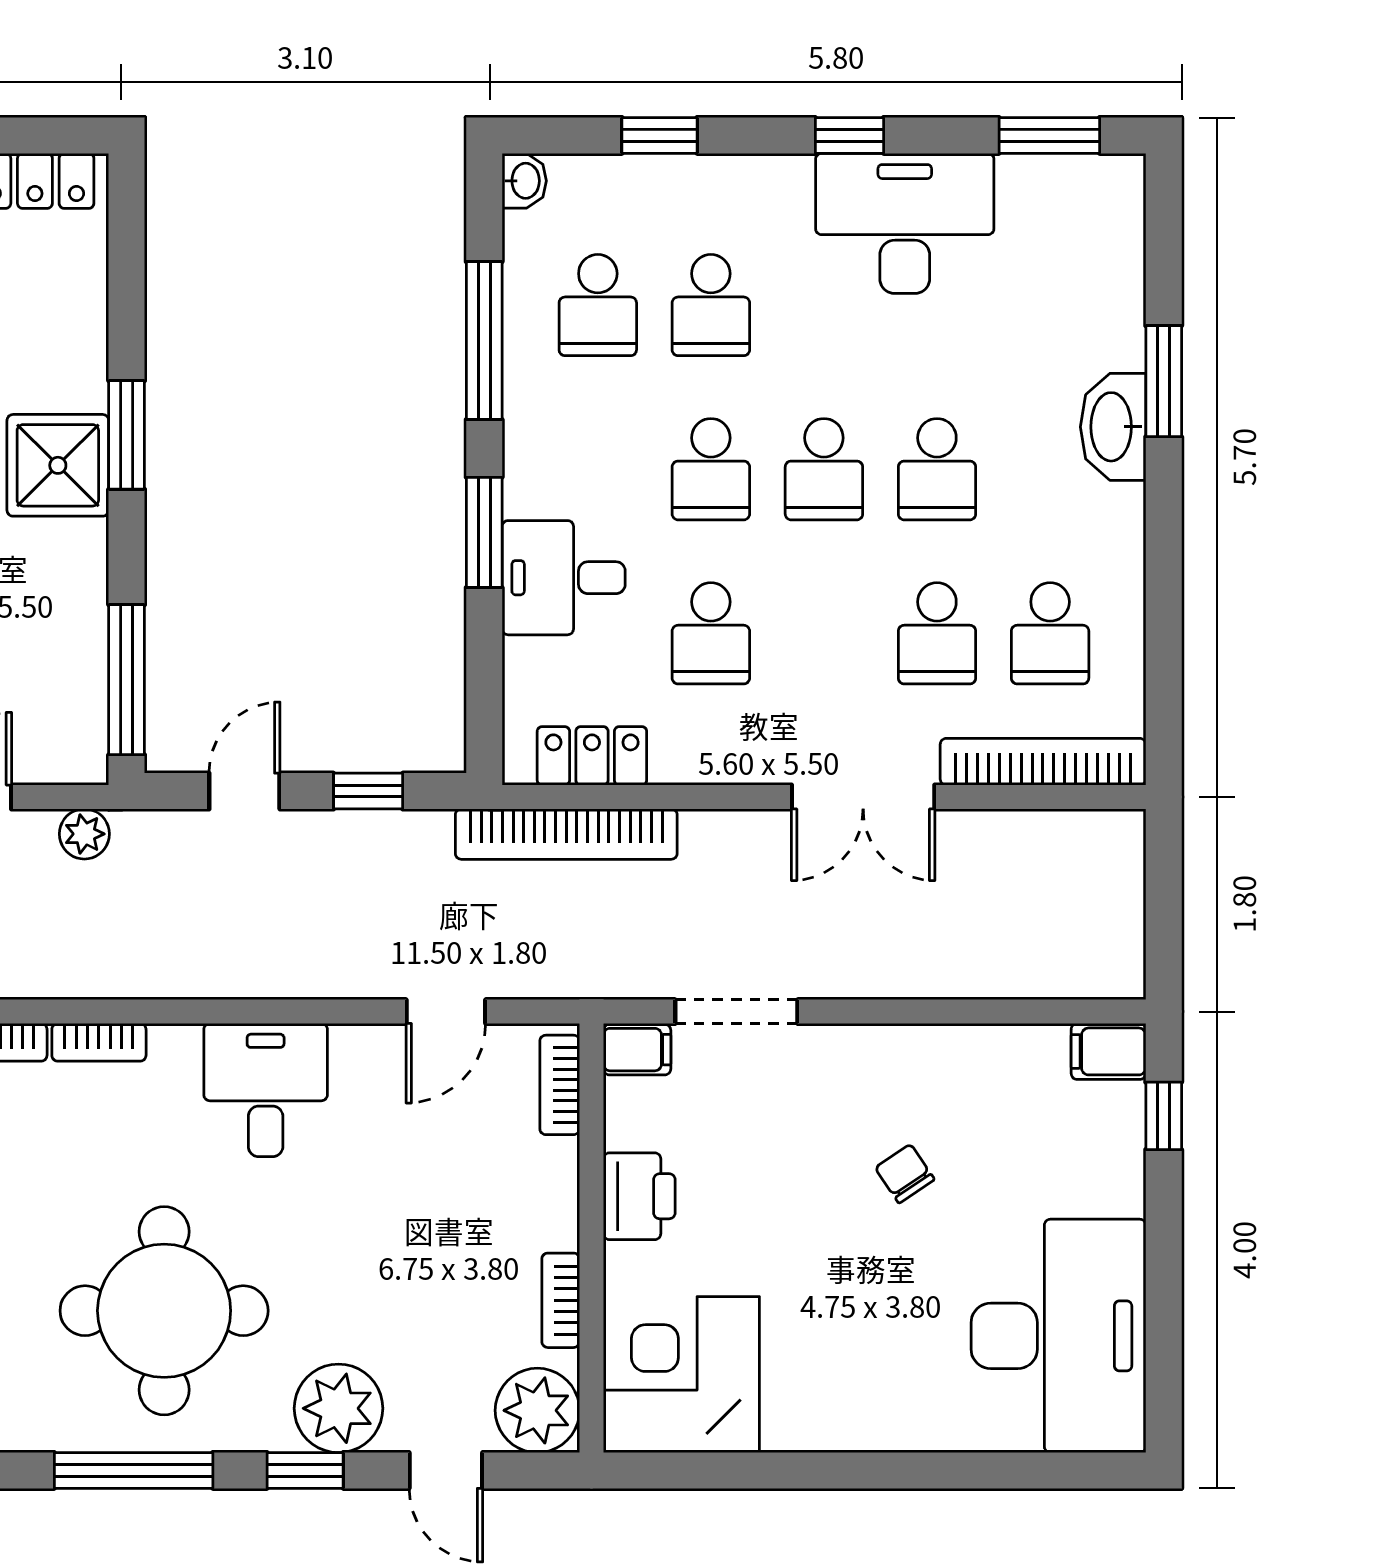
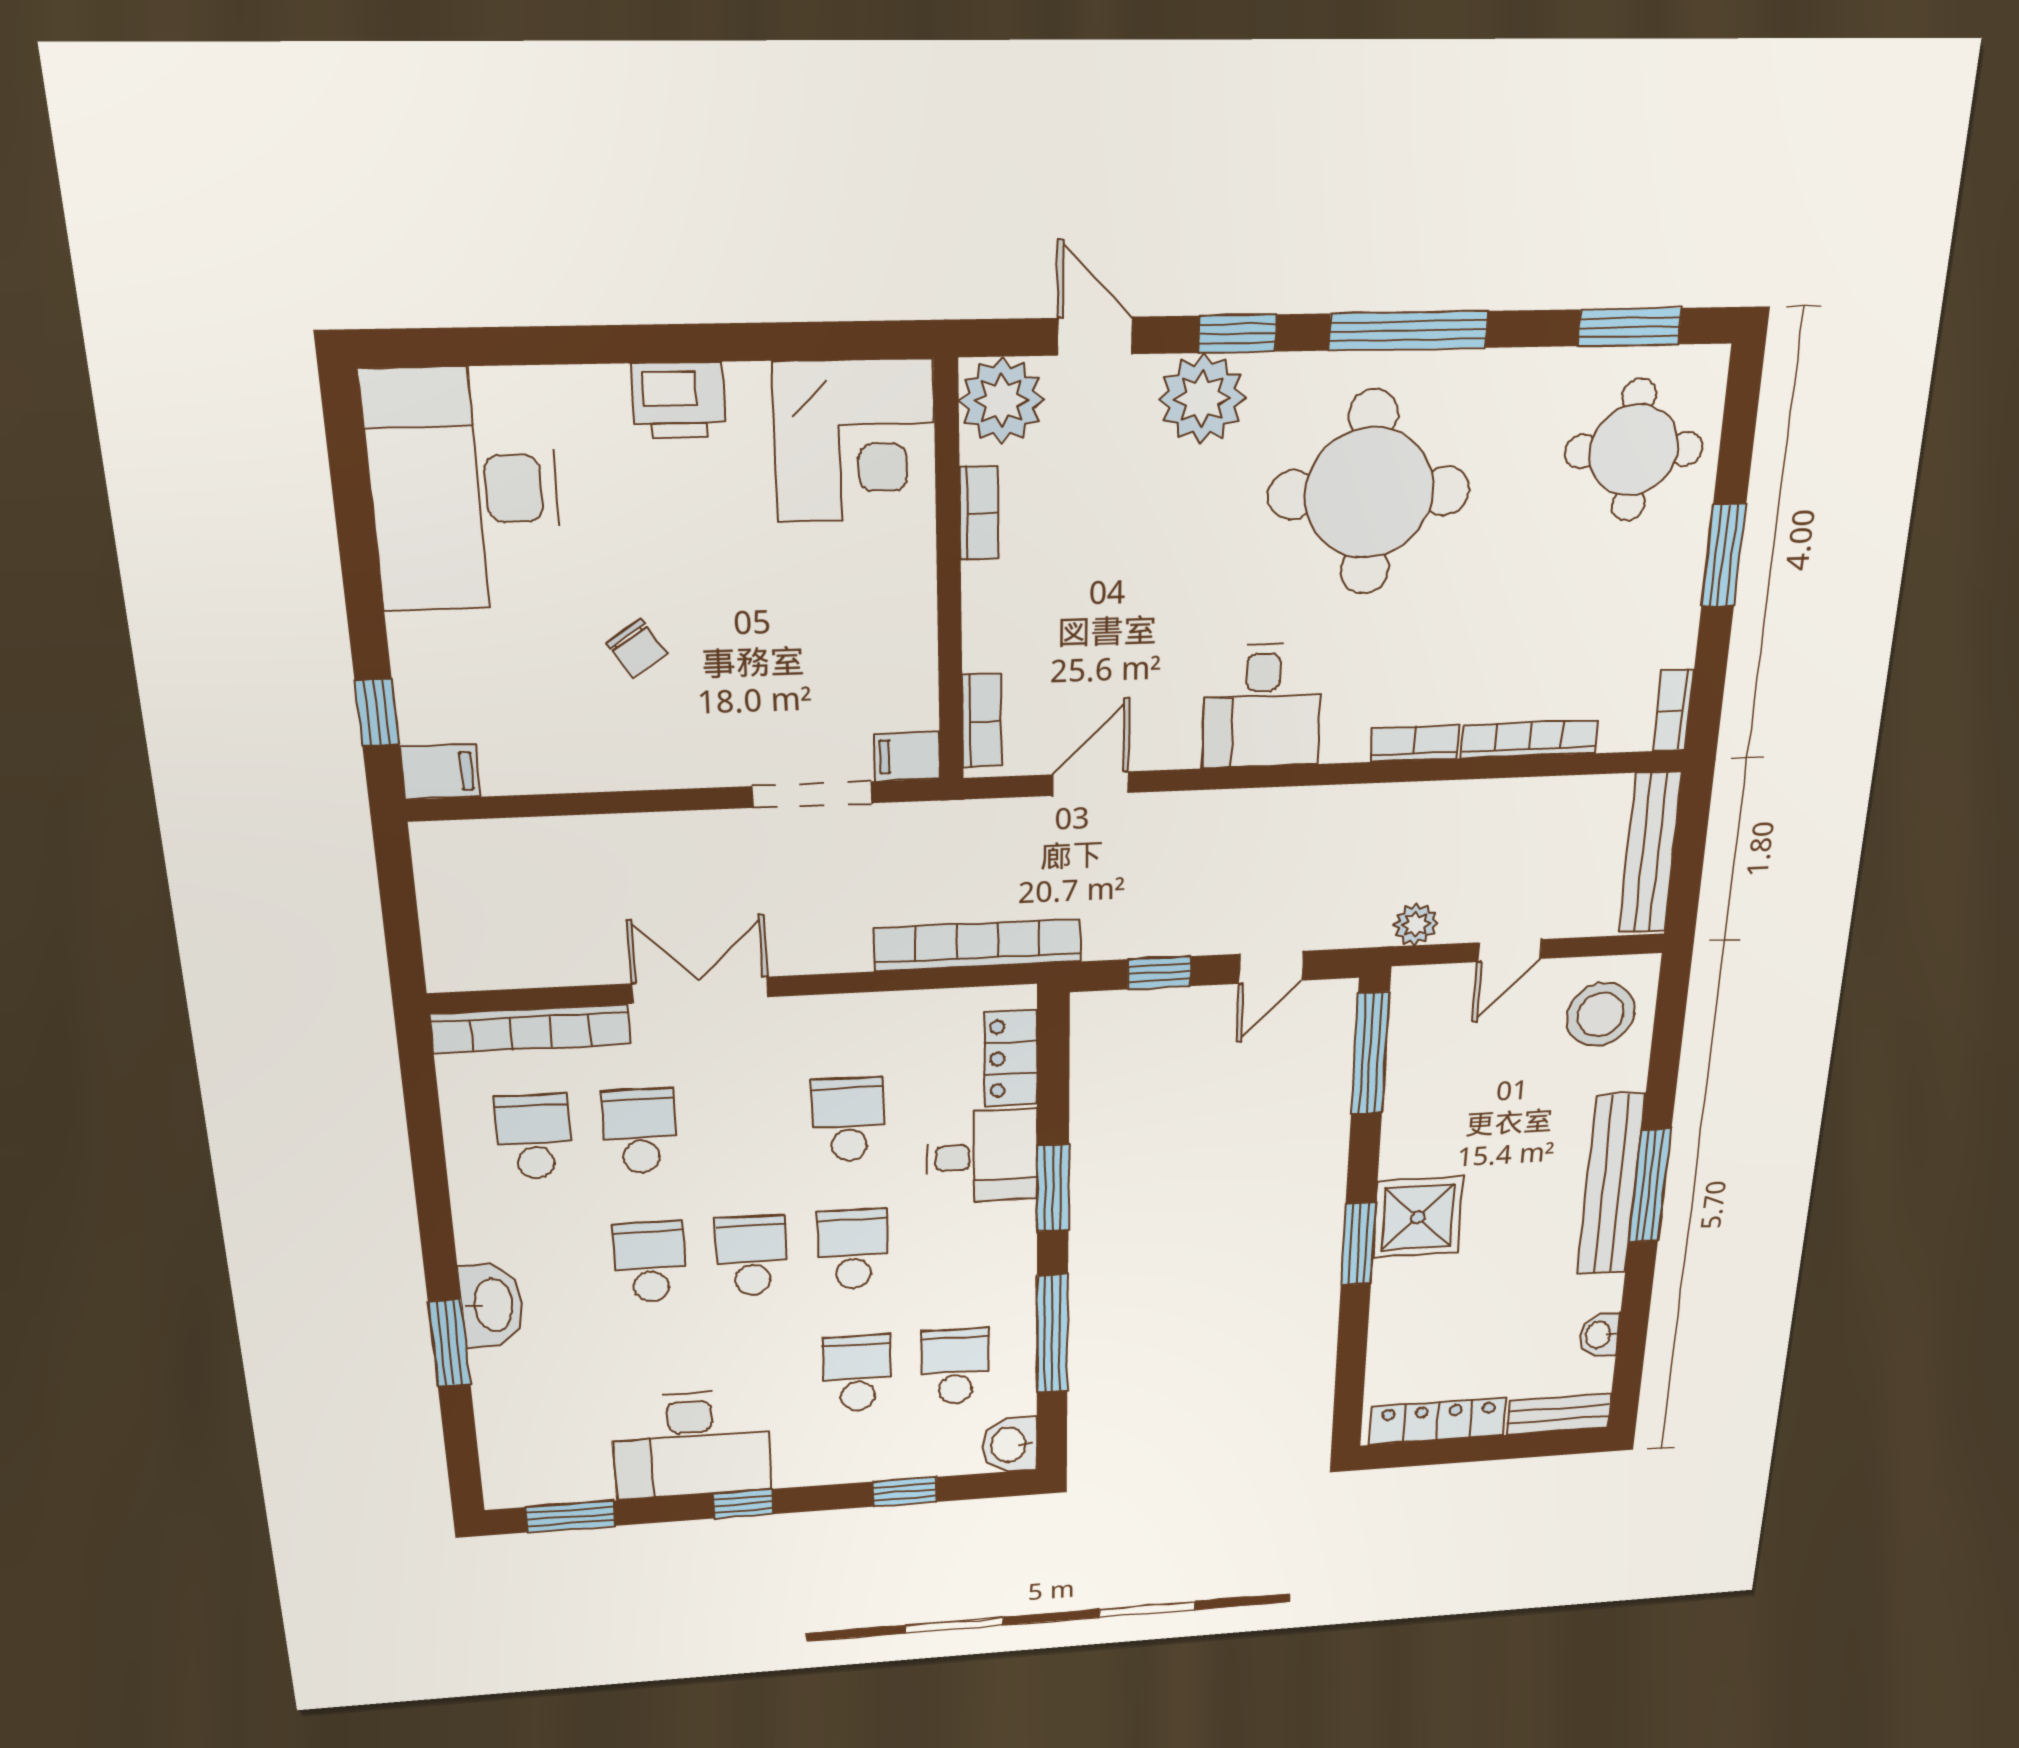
washbasin: (524, 181) -> (1010, 1445), width x1.38, depth x1.45
locker: (592, 756) -> (1011, 1058), moved, turned 90
printer: (639, 1196) -> (678, 400), moved, turned -90

